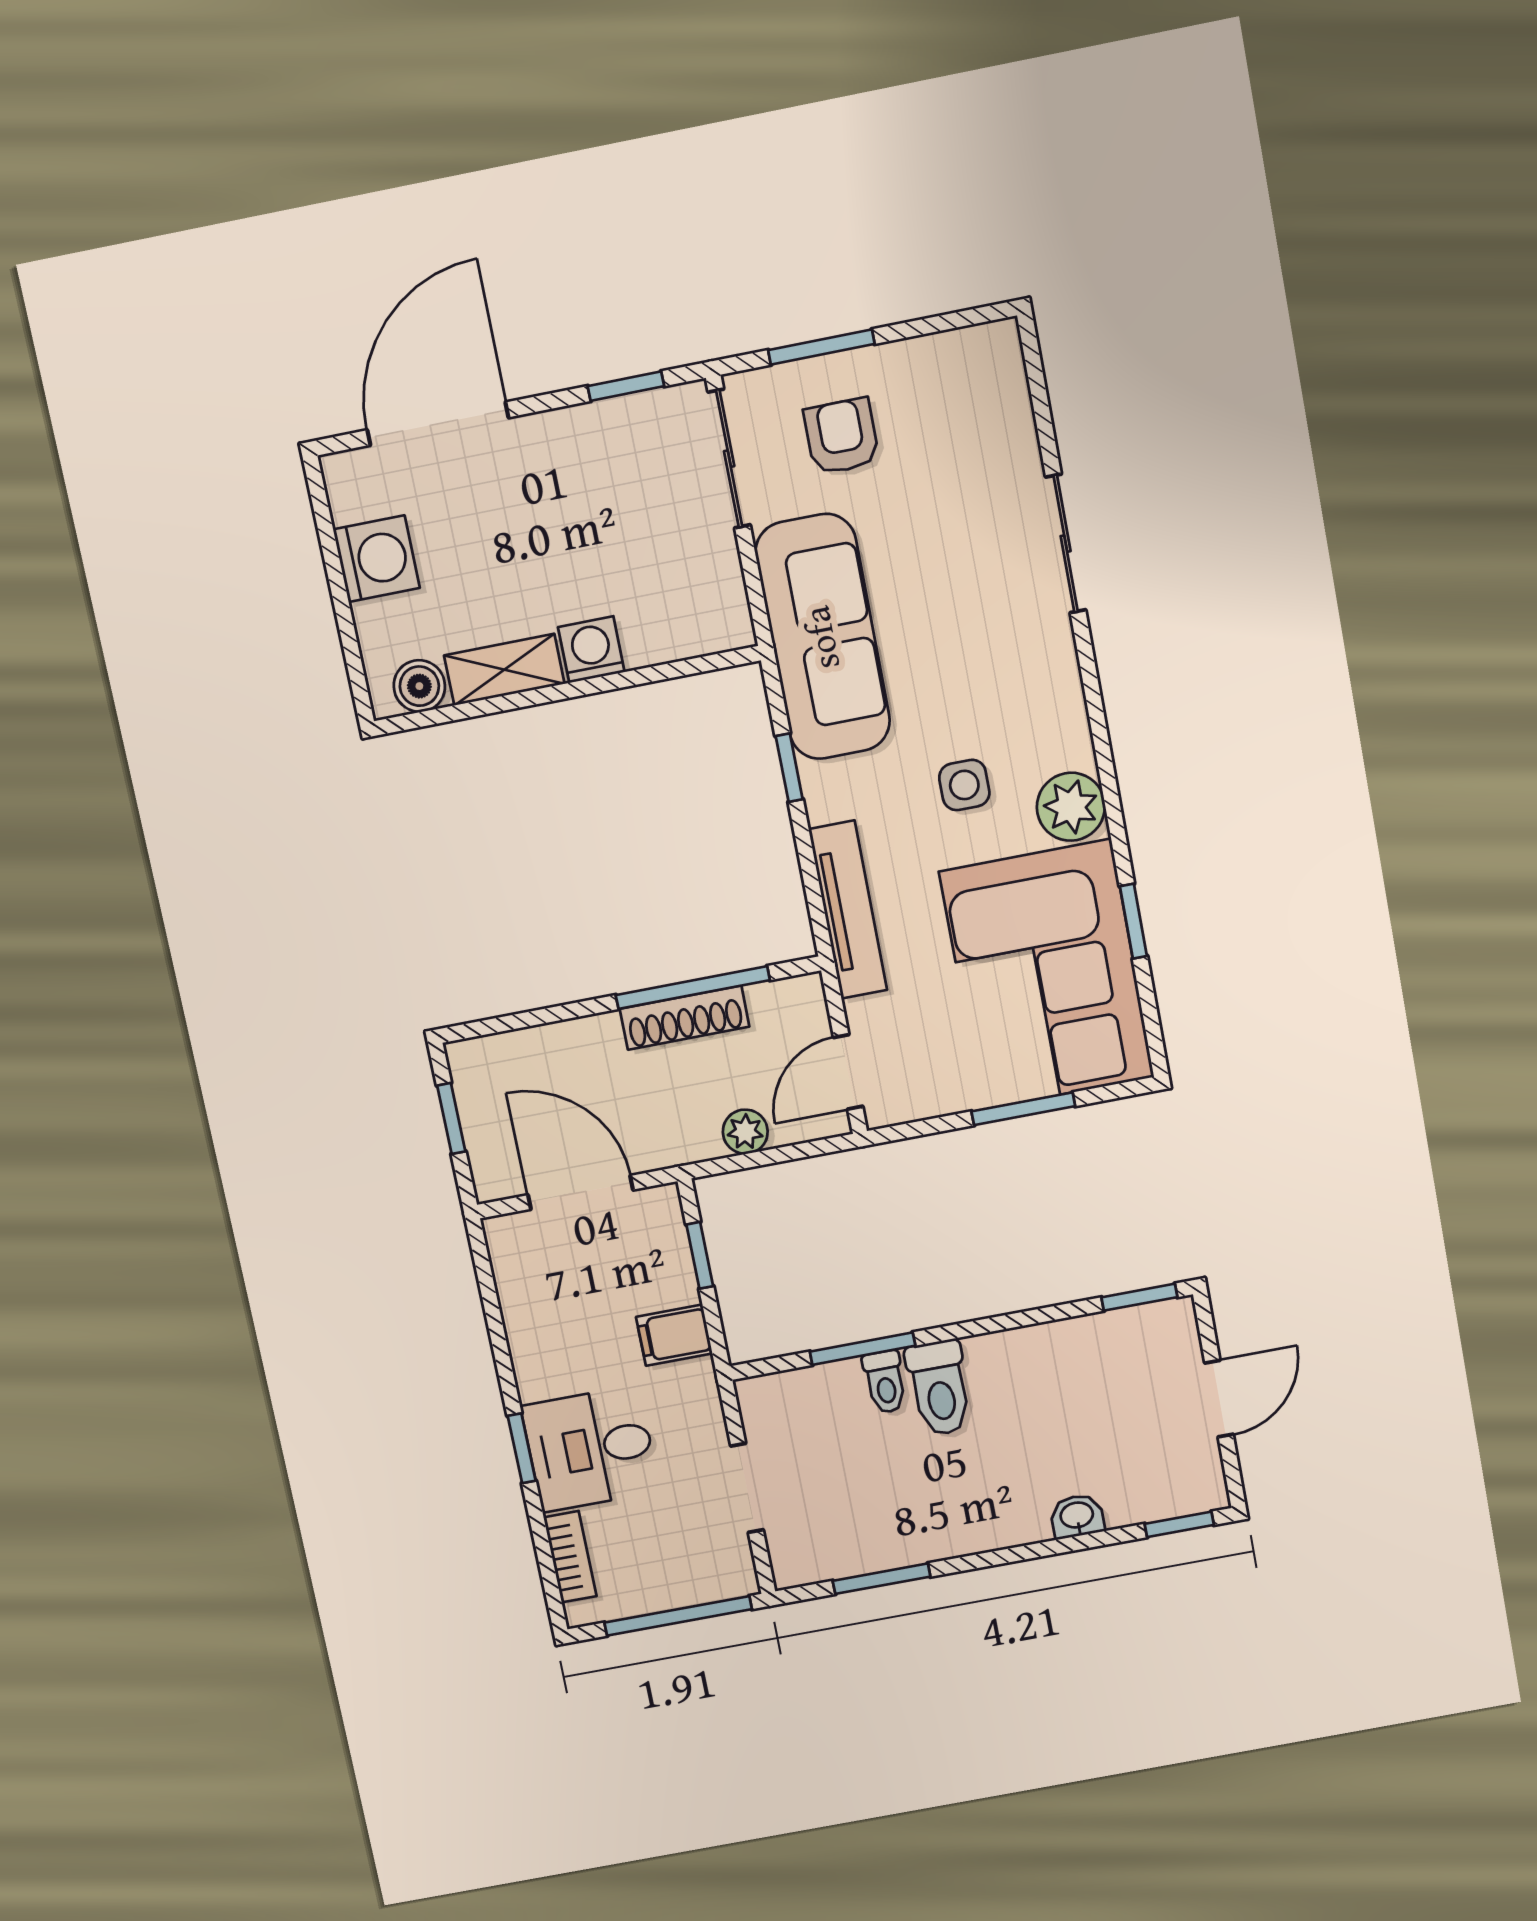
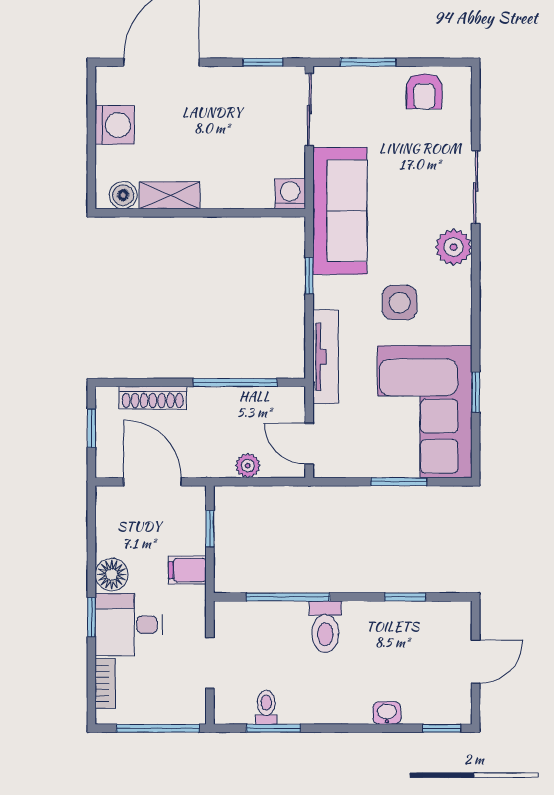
armchair: (842, 436) -> (424, 91), moved, turned 180
washing machine: (591, 650) -> (290, 194), moved
side table: (964, 785) -> (400, 303), width x1.37, depth x1.37
plant: (1071, 807) -> (454, 247), moved
shoe rack: (685, 1018) -> (153, 398), moved
door: (848, 1072) -> (309, 444), hinge flipped
window: (1139, 1297) -> (405, 597), moved
window: (863, 1349) -> (288, 597), width x1.44
floor lamp: (542, 1368) -> (112, 575), added
toilet: (885, 1382) -> (266, 707), moved, turned 180

